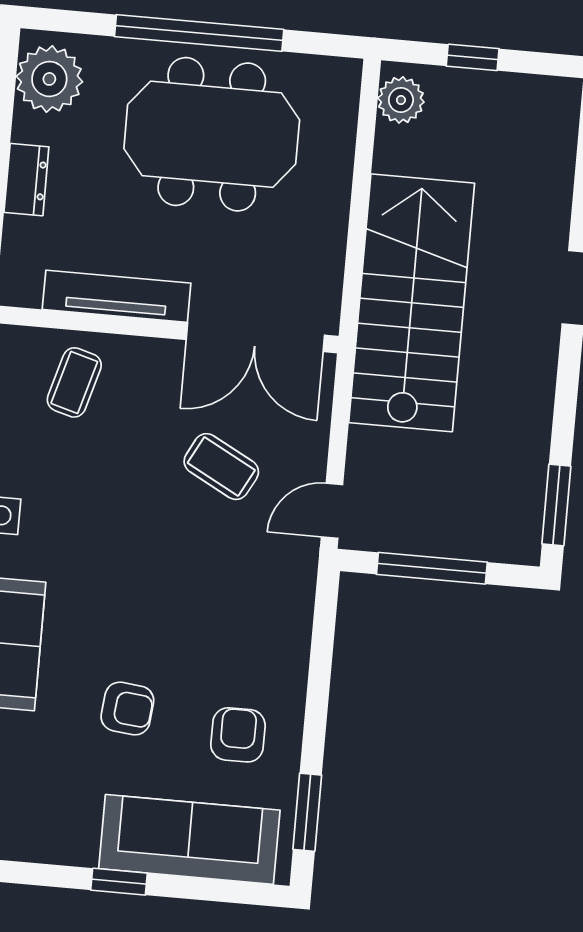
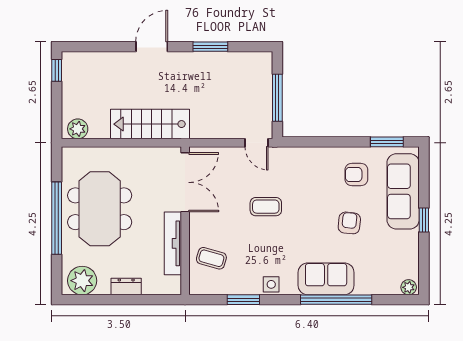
window: (473, 57) -> (57, 70), moved
stairs: (412, 303) -> (150, 124), width x0.73, depth x0.66
coffee table: (221, 467) -> (266, 207), moved, turned 62
window: (556, 505) -> (210, 47), moved

